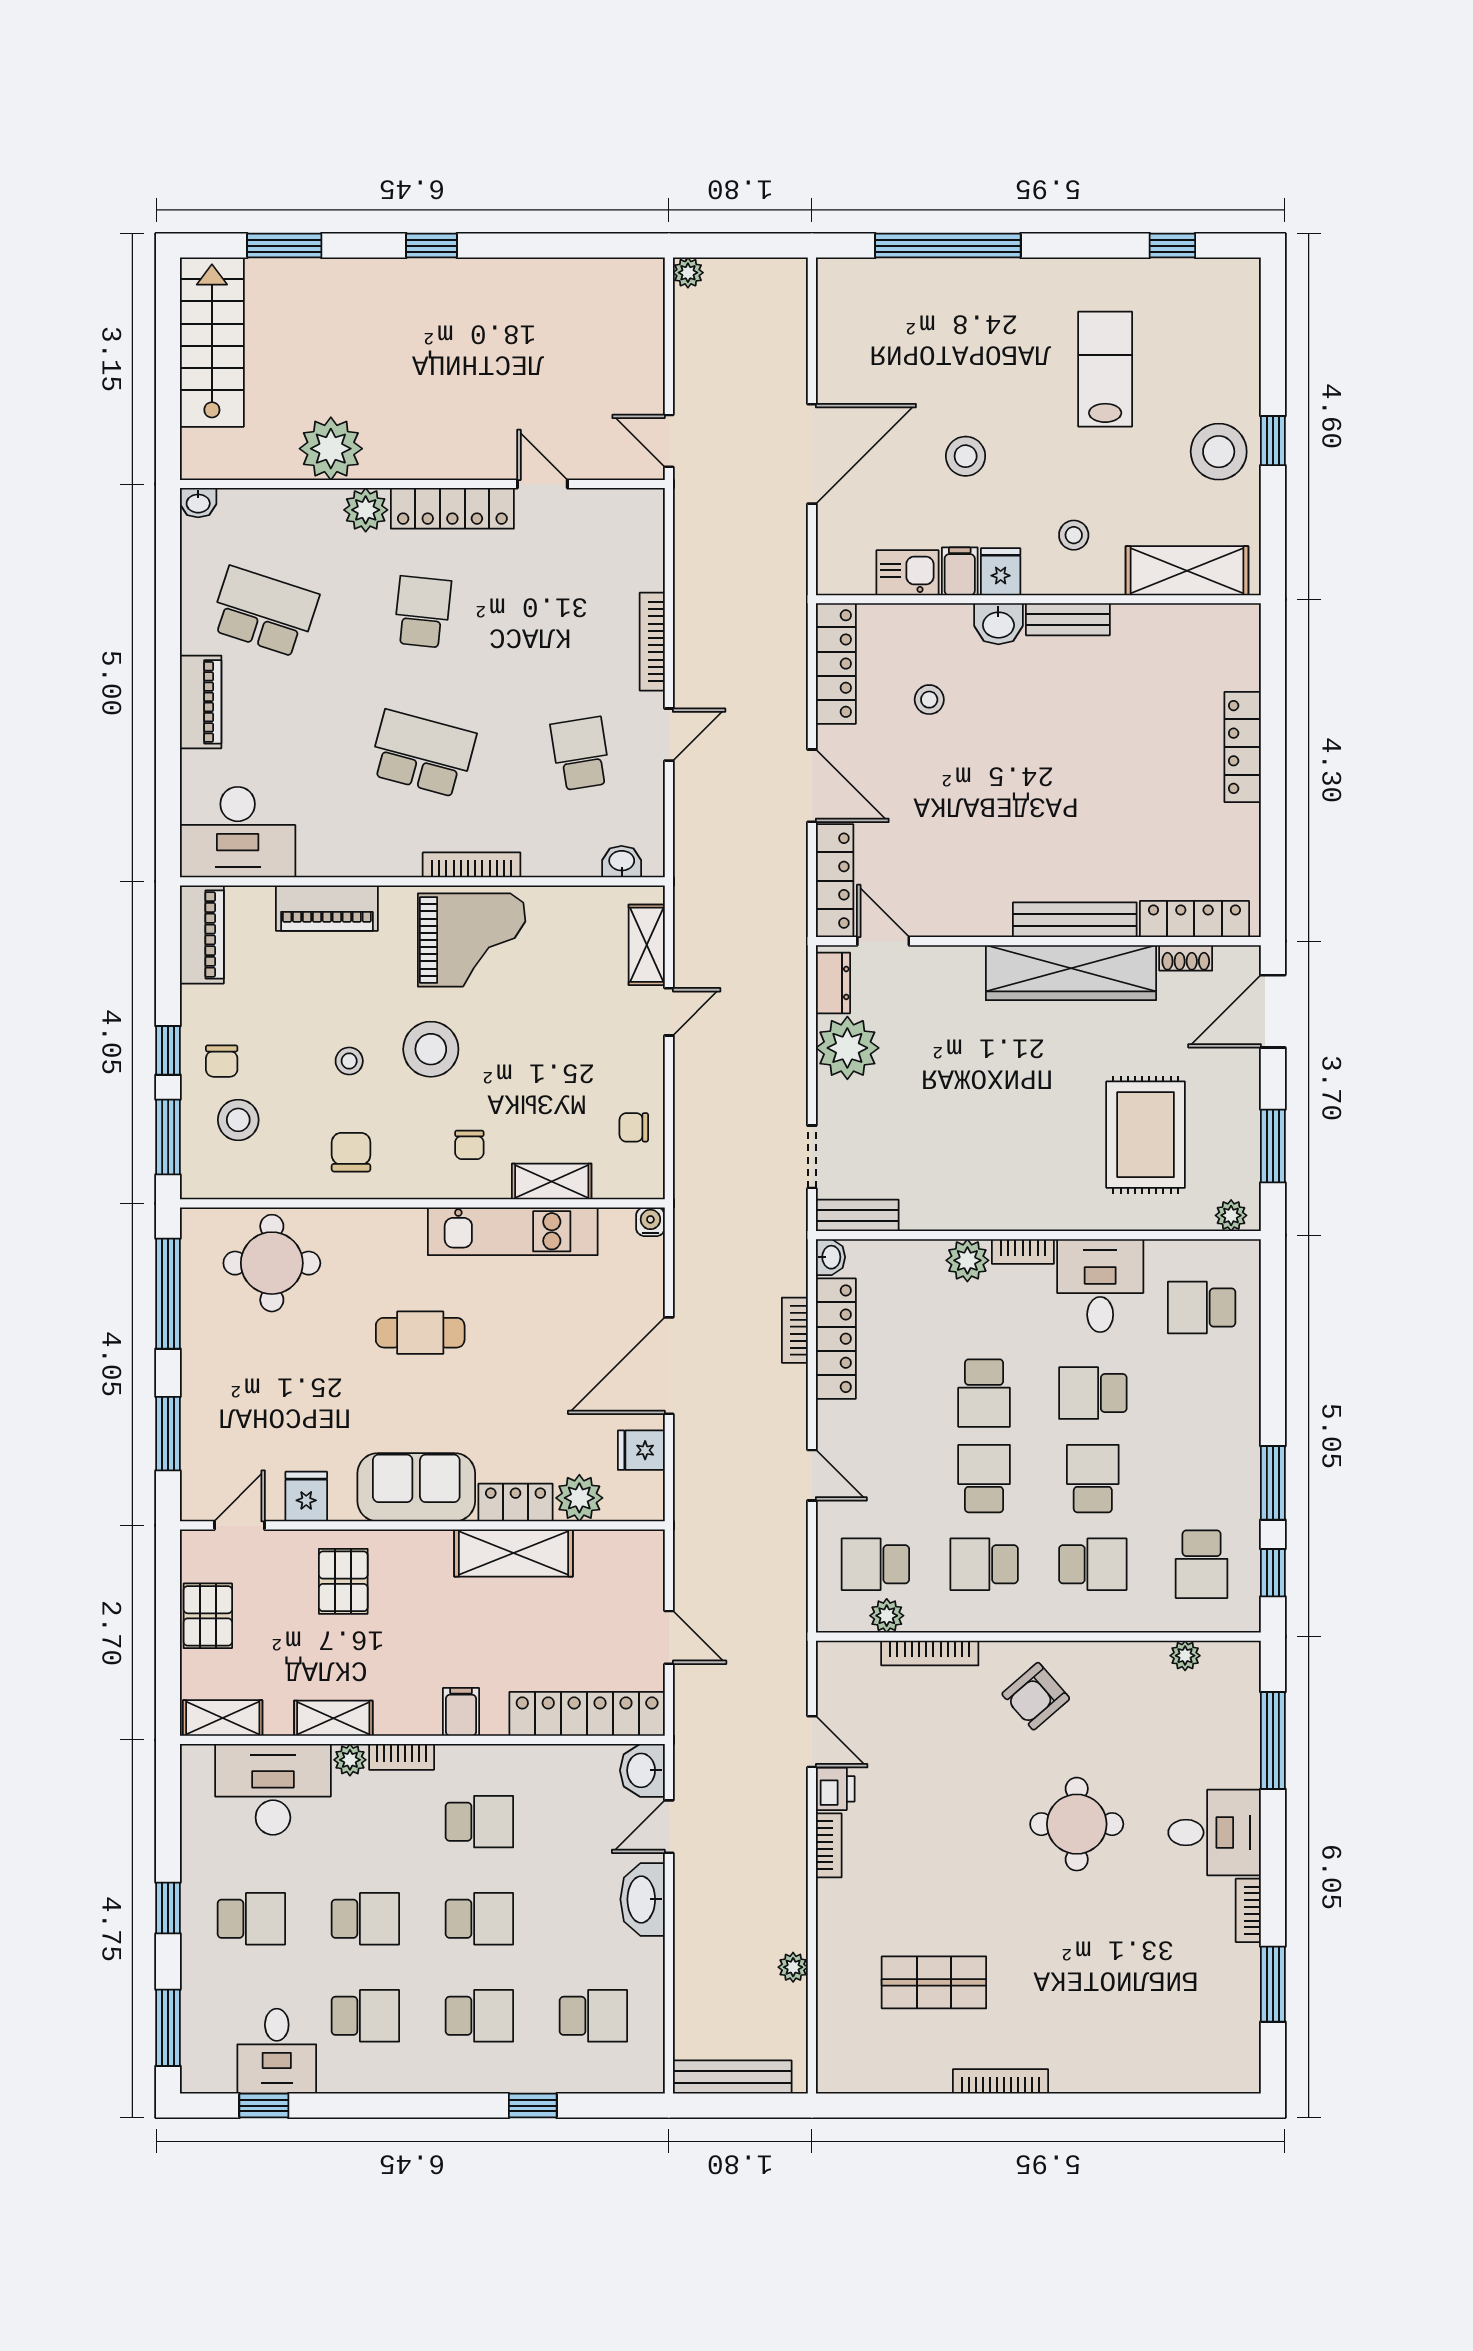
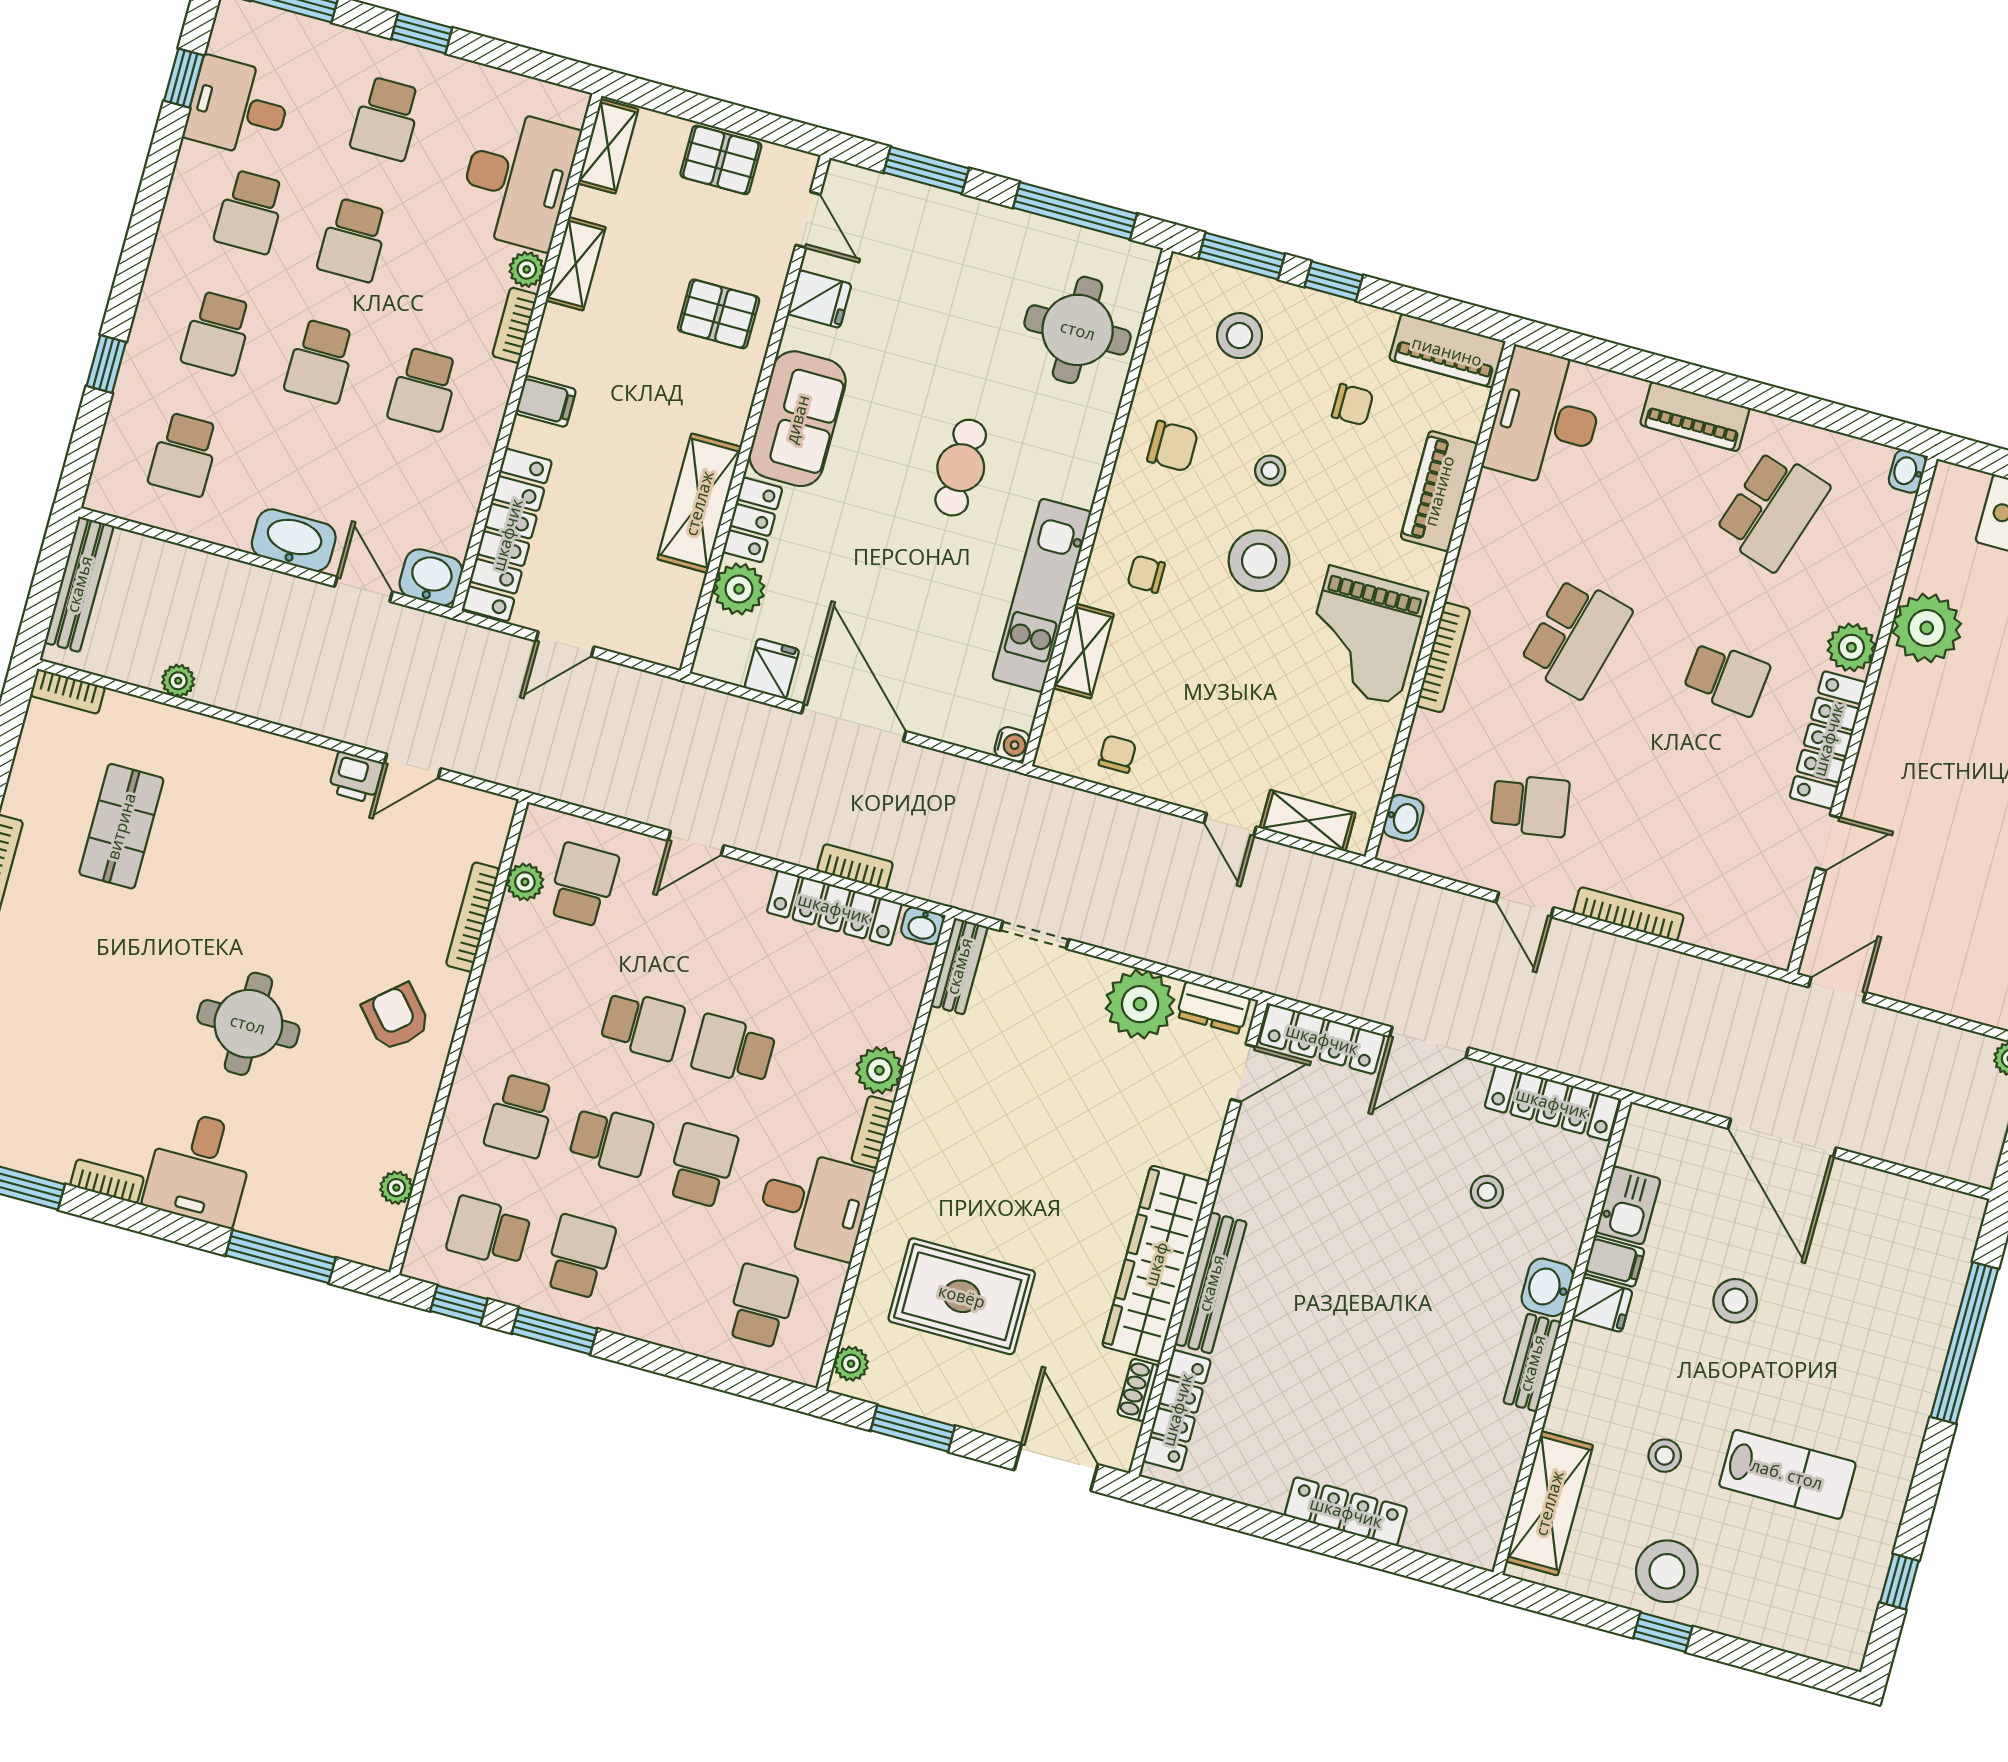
stool: (1074, 535) -> (1665, 1456), moved
chair: (222, 1061) -> (1353, 405), moved, turned 180
school desk: (984, 1564) -> (580, 1256), moved
bookcase: (829, 1845) -> (68, 691), moved

